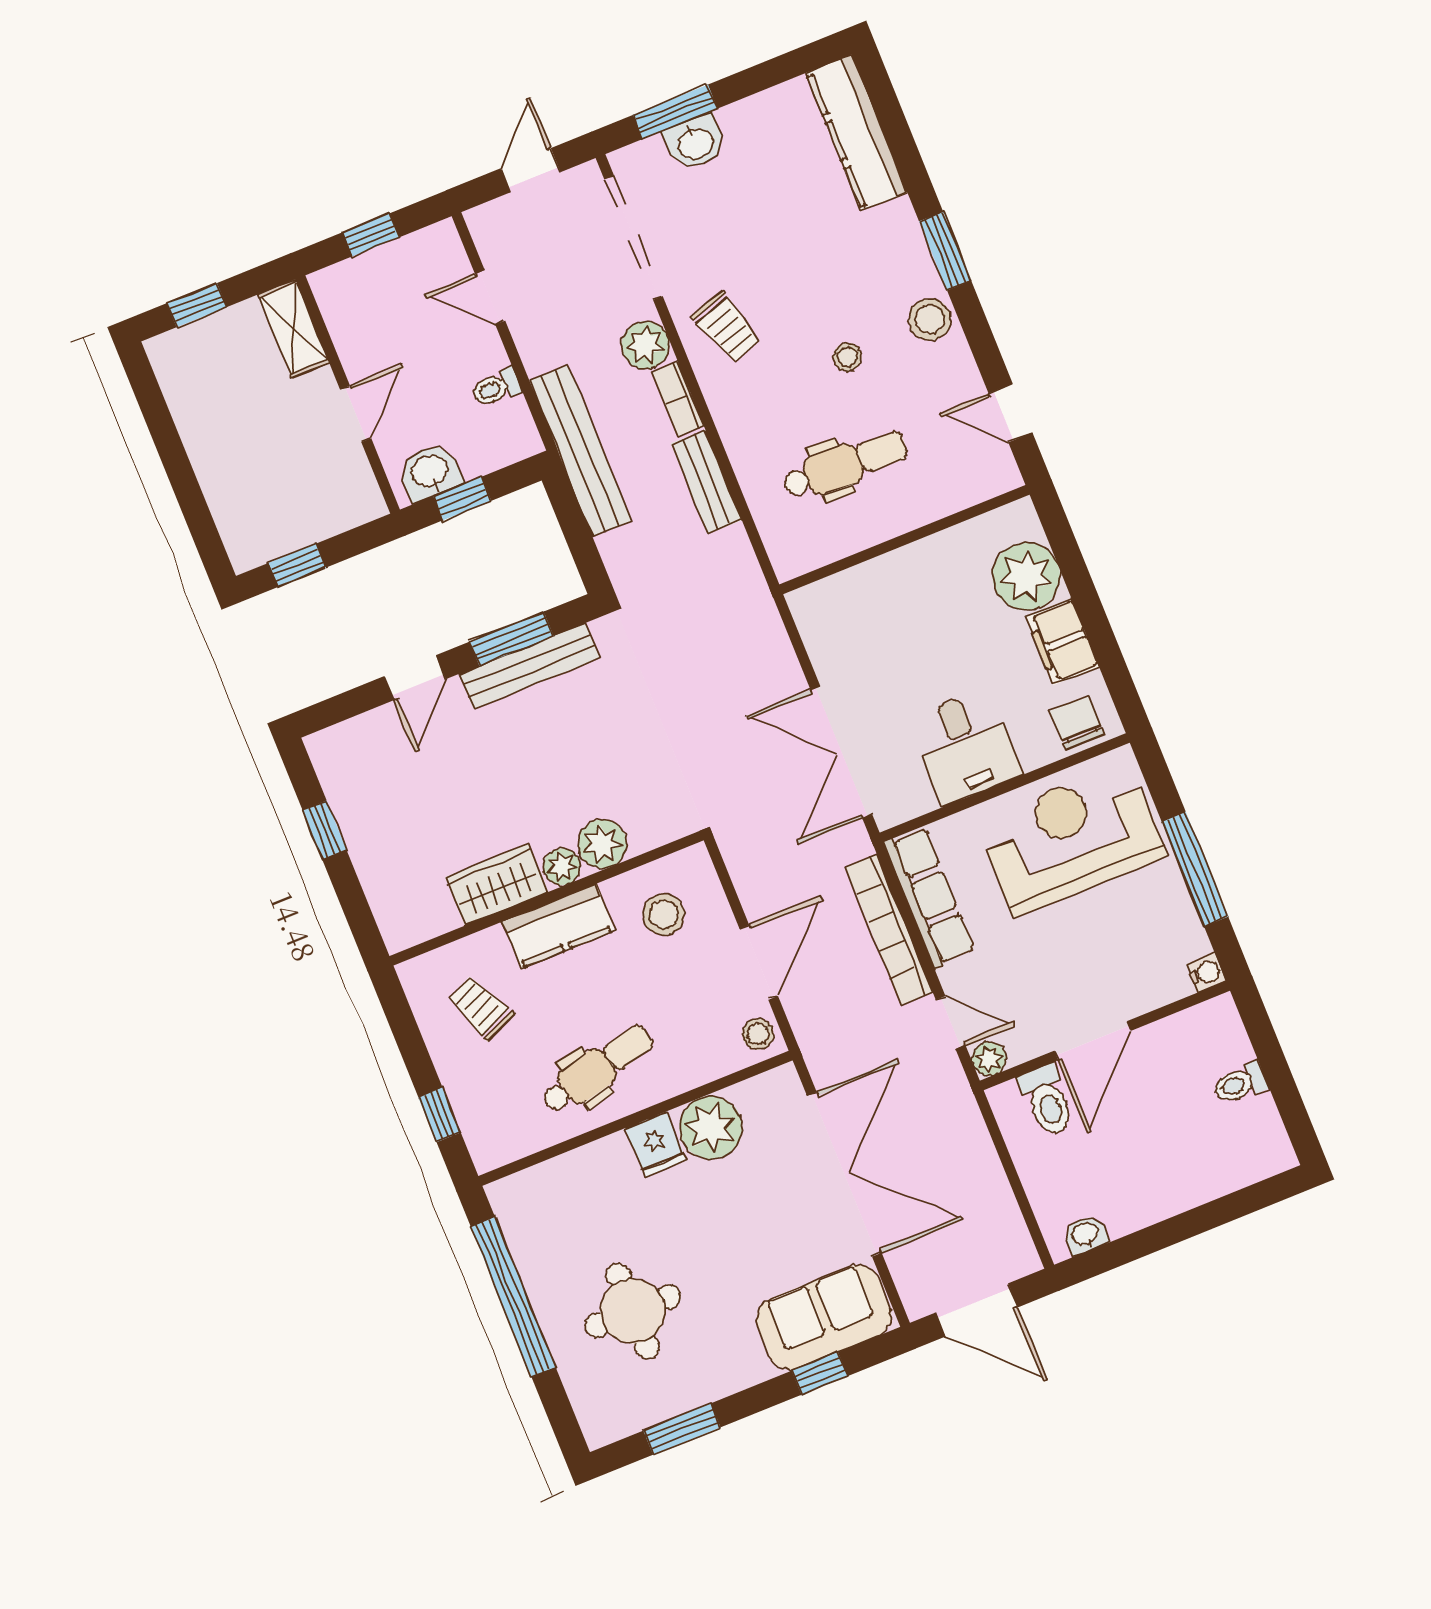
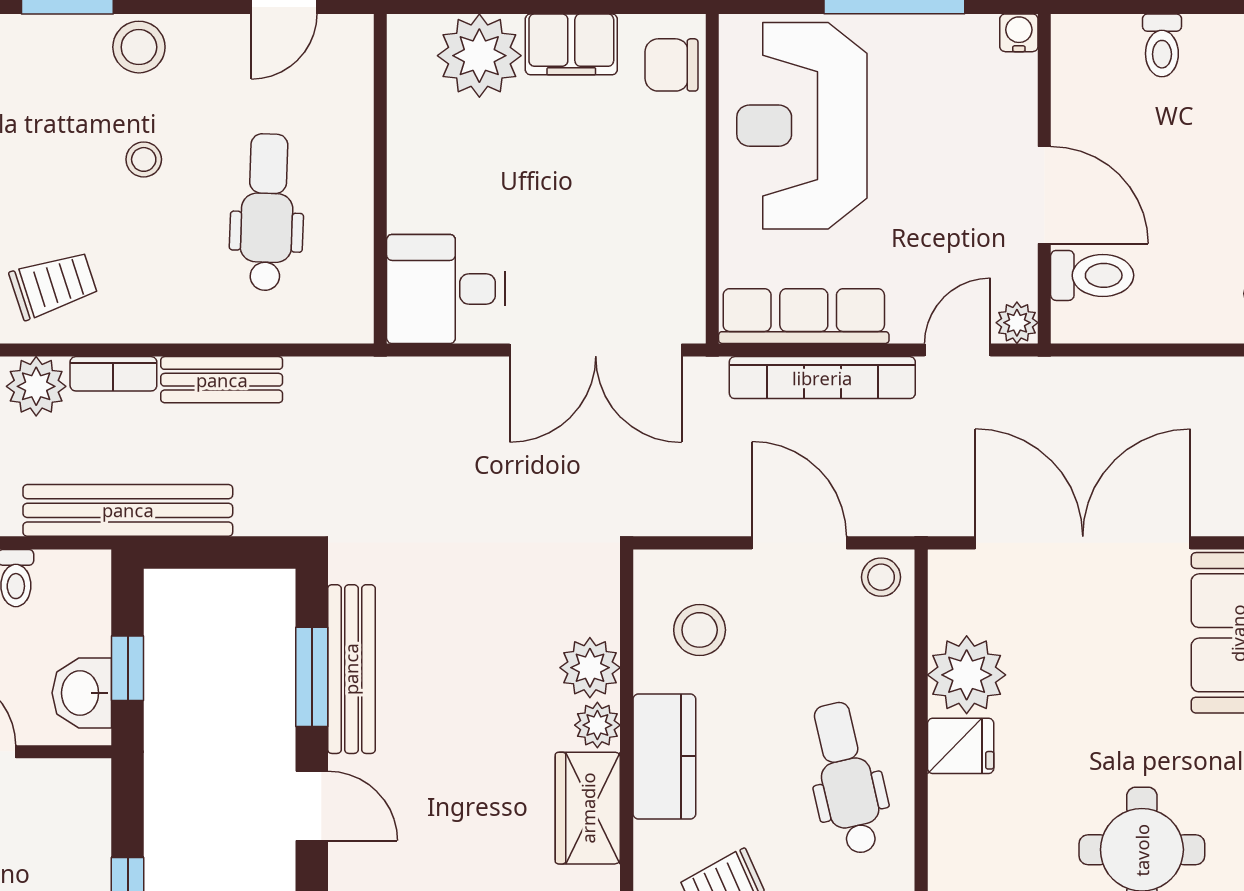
desk: (965, 747) -> (446, 289), moved, turned 180

